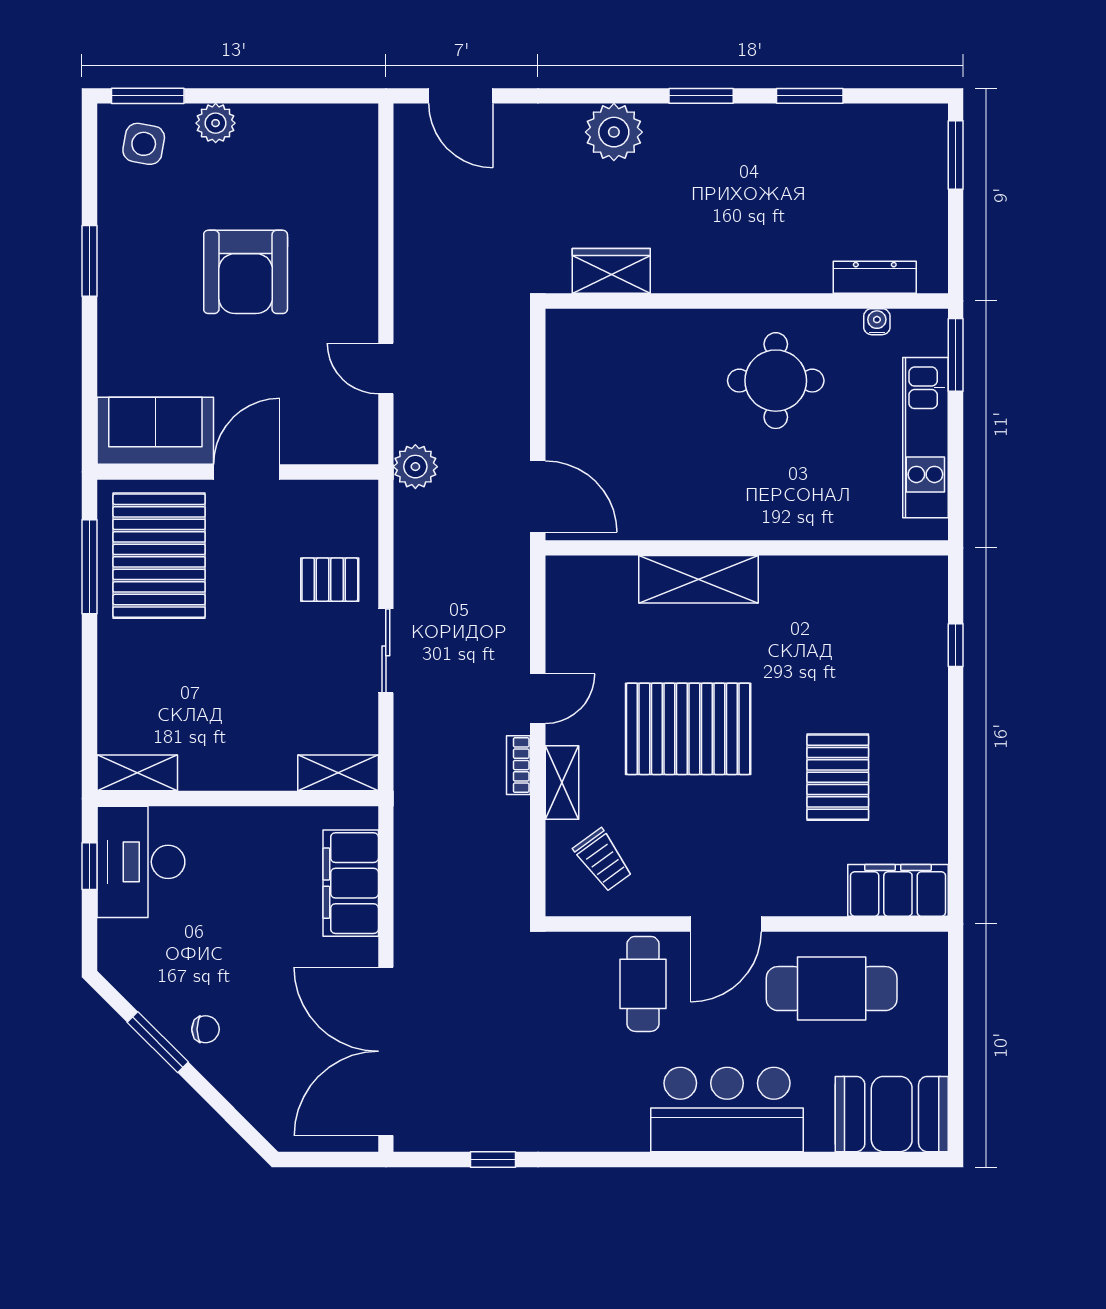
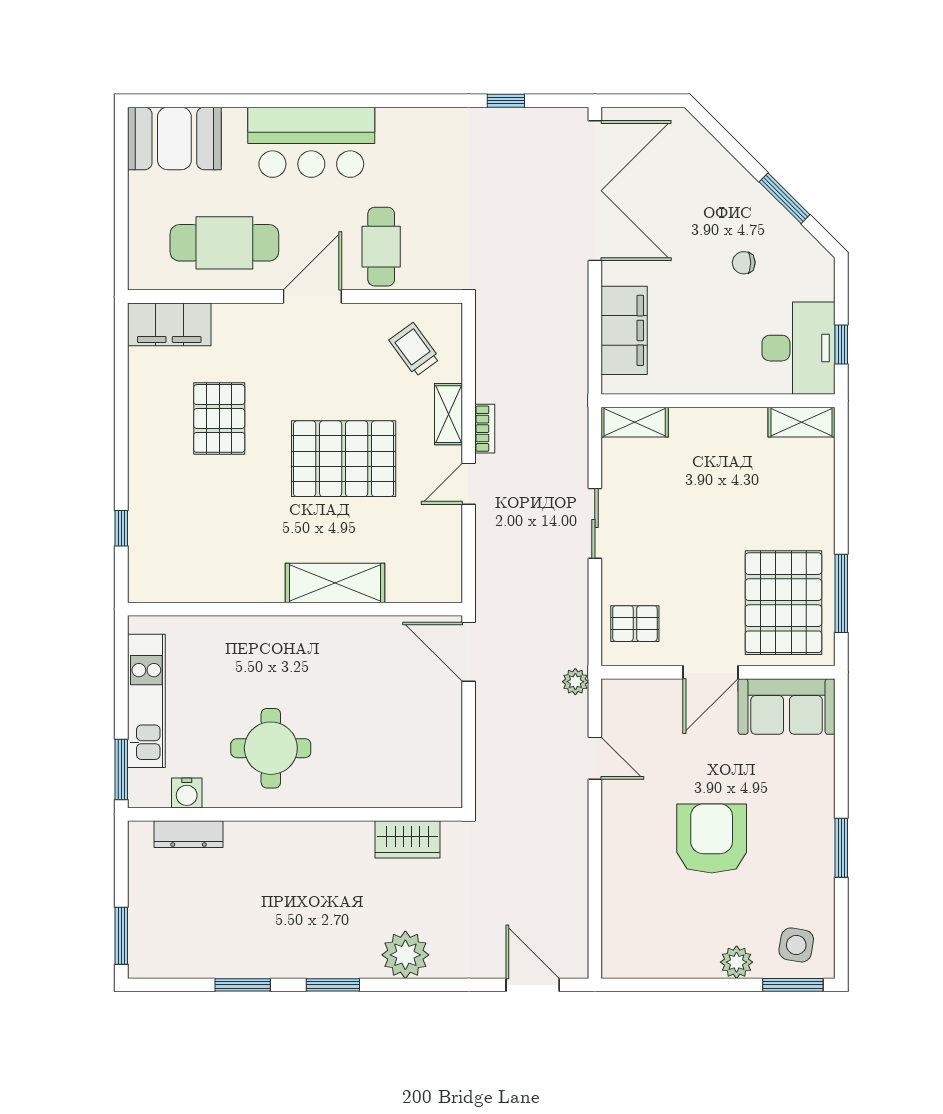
water cooler: (877, 322) -> (187, 793), width x1.38, depth x1.38
plant: (415, 467) -> (575, 682), width x0.73, depth x0.73
pallet: (330, 580) -> (635, 624), moved
chair: (206, 1029) -> (744, 263), moved

